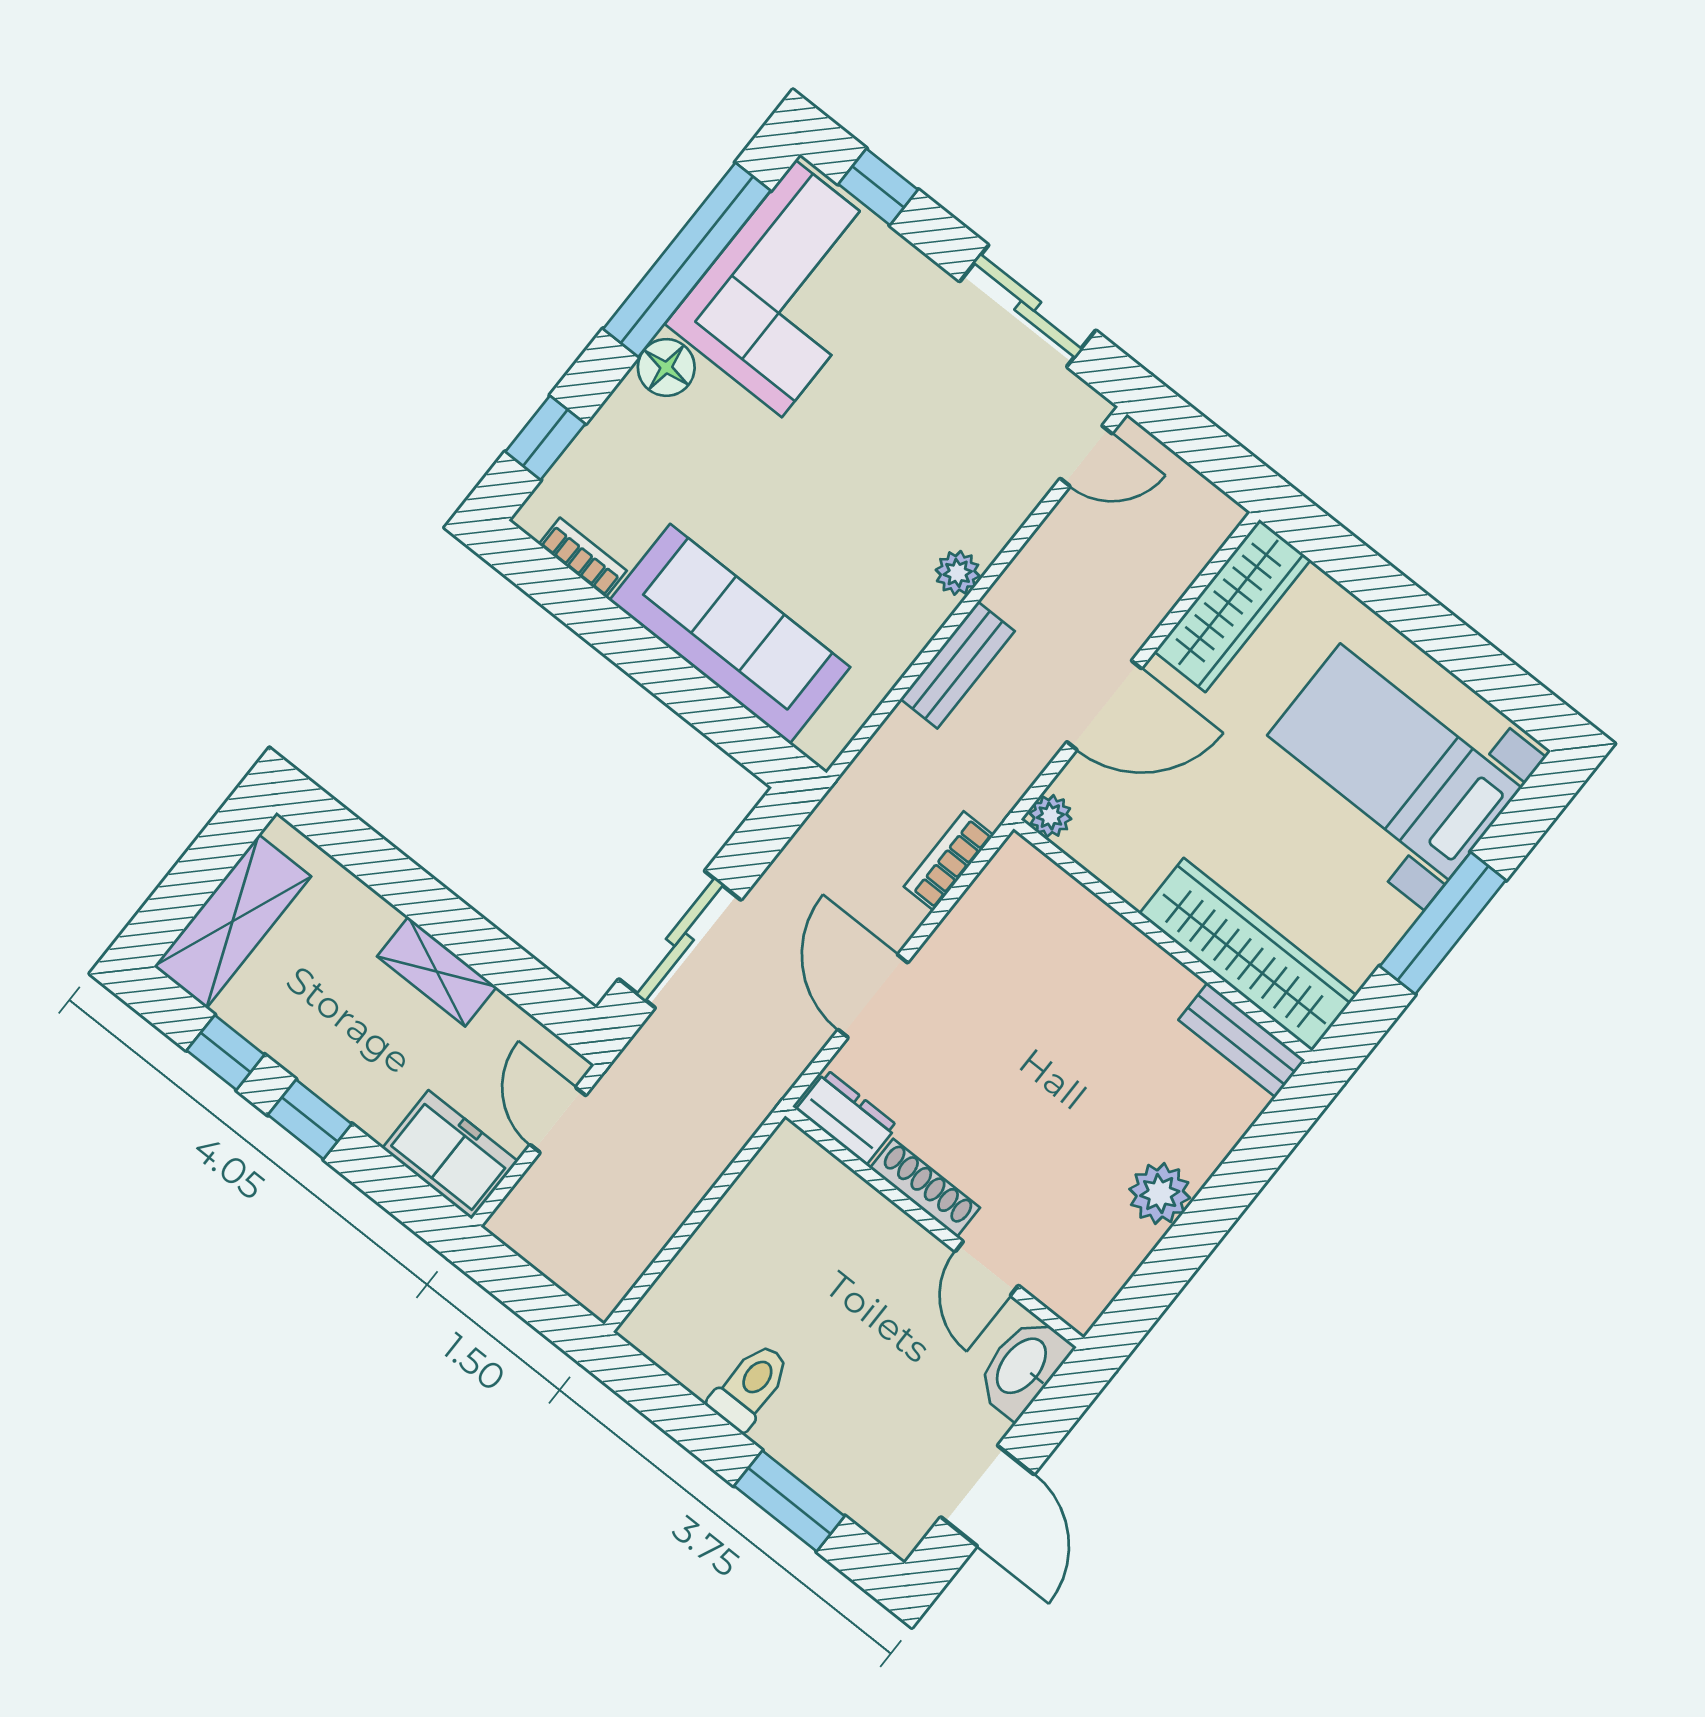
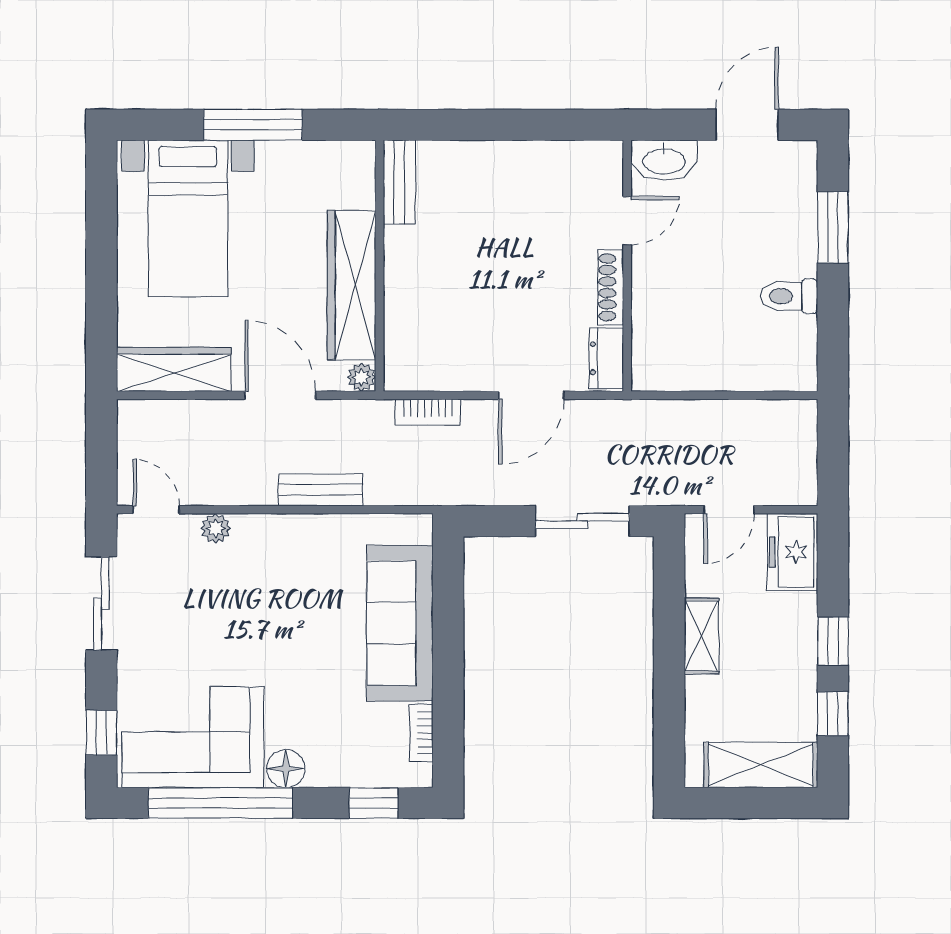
plant: (958, 573) -> (216, 528), moved
wardrobe: (1248, 955) -> (352, 285), moved
plant: (1160, 1194) -> (515, 161), removed

